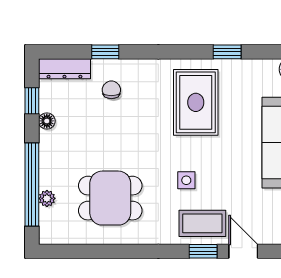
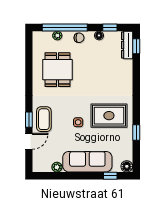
window: (105, 52) -> (136, 46), moved
chair: (111, 90) -> (79, 38), moved
side table: (186, 180) -> (78, 122), moved

